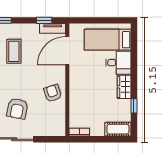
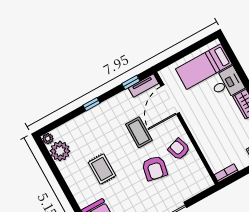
coffee table: (14, 51) -> (139, 132), moved
armchair: (17, 109) -> (155, 168), moved

